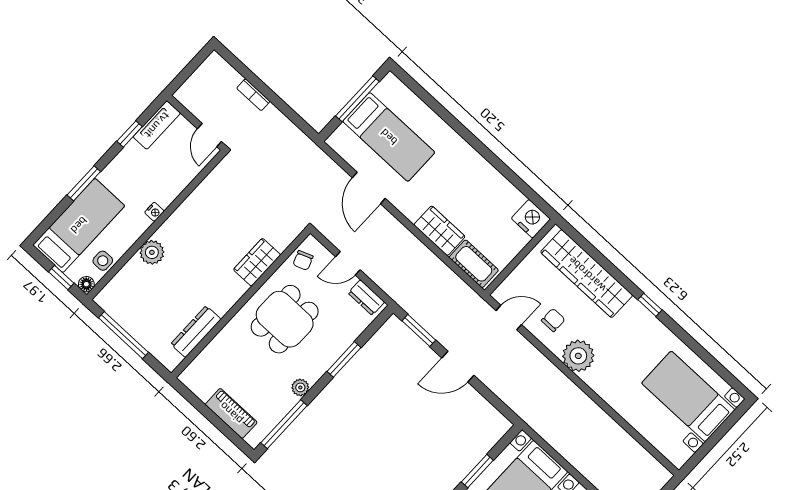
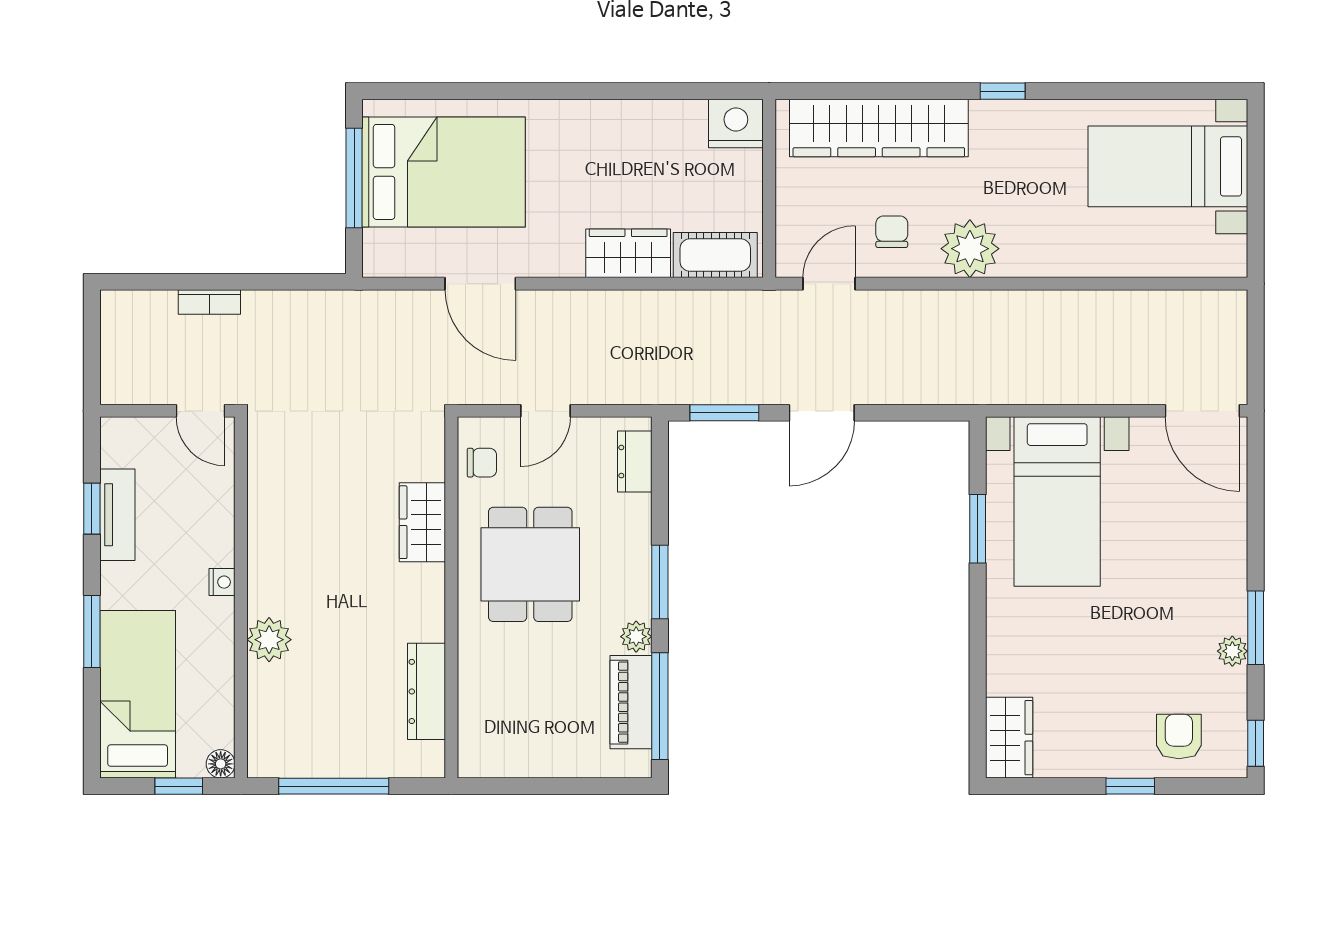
tv unit: (157, 125) -> (117, 515), moved
bed: (389, 137) -> (444, 172), width x1.50
chair: (303, 260) -> (482, 463), turned -69
side table: (103, 261) -> (213, 712), removed
dresser: (366, 298) -> (635, 462), moved, turned 90
window: (344, 359) -> (660, 582), moved
piano: (231, 413) -> (631, 702), moved, turned -90

